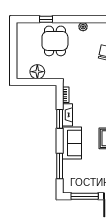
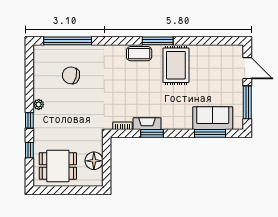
window: (70, 19) -> (29, 120), added
dining table: (55, 41) -> (58, 166), moved
sofa: (72, 143) -> (213, 118), moved

